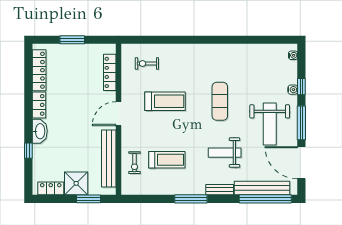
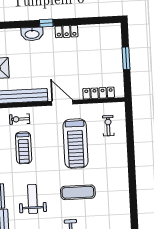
locker: (39, 70) -> (97, 30), removed
treadmill: (165, 101) -> (76, 144), width x1.37, depth x1.38
washbasin: (40, 131) -> (32, 34), moved
window: (28, 151) -> (46, 23), moved

